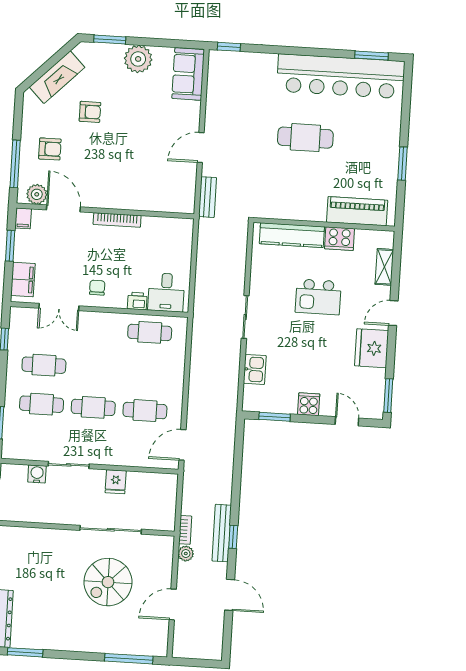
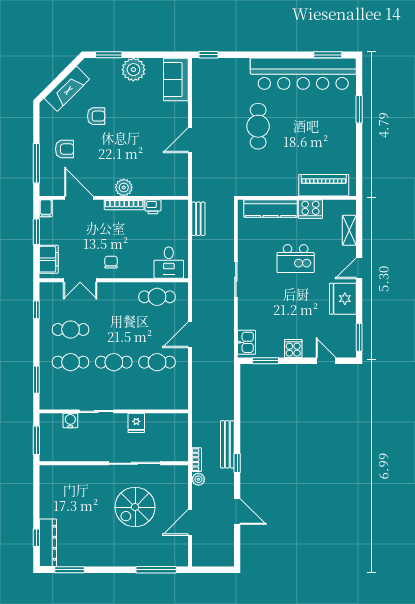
cafe table: (305, 138) -> (258, 126), moved, turned 90
window: (402, 164) -> (359, 109), moved
plant: (37, 194) -> (124, 187), moved
bench: (208, 197) -> (198, 219), moved
printer: (137, 301) -> (153, 207), moved, turned 180
kitchen sink: (255, 369) -> (246, 342), moved
door: (182, 445) -> (190, 335), moved
bench: (222, 533) -> (227, 444), moved

